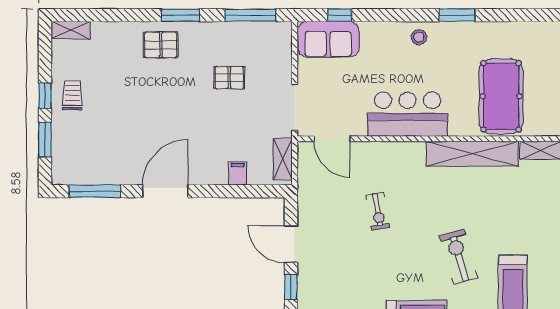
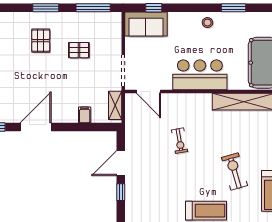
pallet: (161, 45) -> (41, 41), moved, turned 90
door: (291, 244) -> (121, 163), hinge flipped

